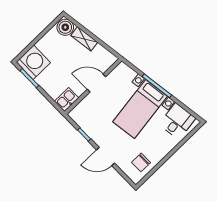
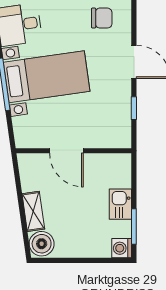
washing machine: (33, 62) -> (122, 248), width x0.53, depth x0.53
kitchen sink: (67, 100) -> (120, 204), moved, turned 90

